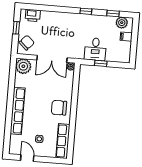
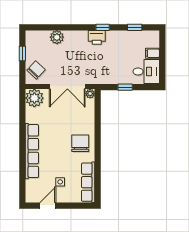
printer: (33, 15) -> (97, 37), moved
plant: (122, 23) -> (57, 37), moved
desk: (95, 49) -> (146, 72), moved, turned -90
chair: (59, 108) -> (80, 143), turned 90
door: (27, 158) -> (48, 206), hinge flipped

